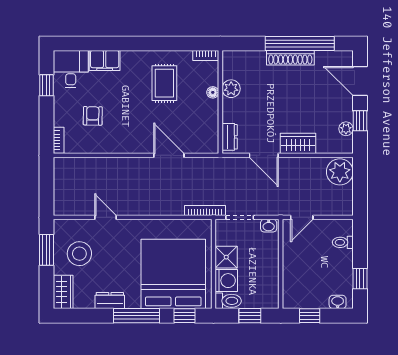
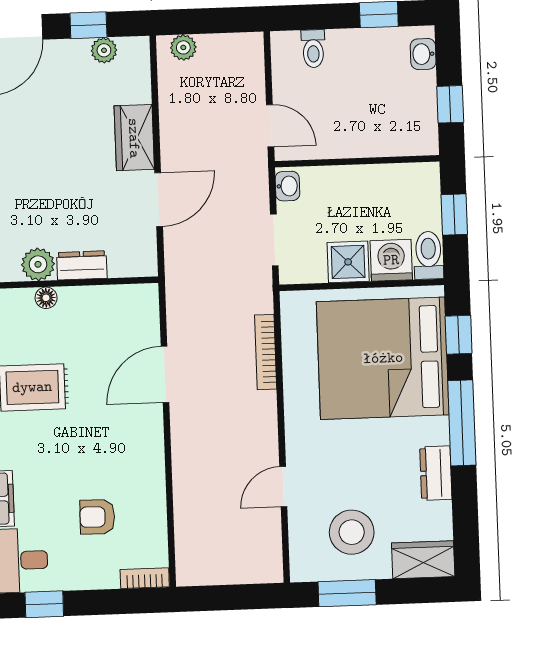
dresser: (230, 137) -> (82, 265), moved
plant: (340, 172) -> (183, 47), width x0.53, depth x0.53
bookcase: (205, 211) -> (266, 352), moved

